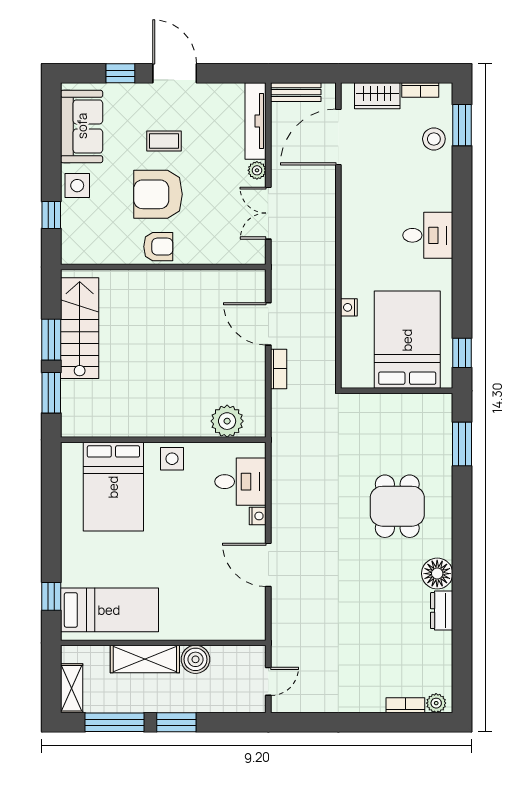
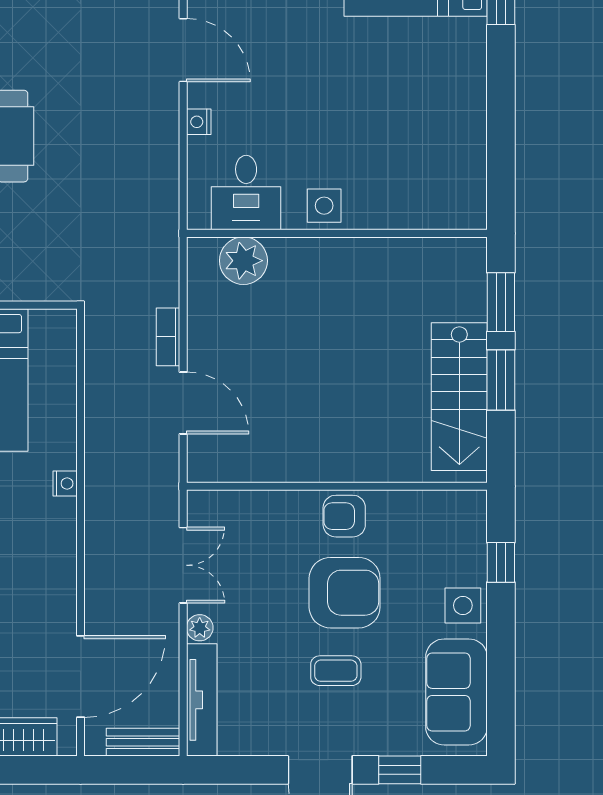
nightstand: (349, 307) -> (65, 483), moved
desk: (240, 482) -> (246, 193), moved, turned -90
bed: (113, 487) -> (410, 165), removed

